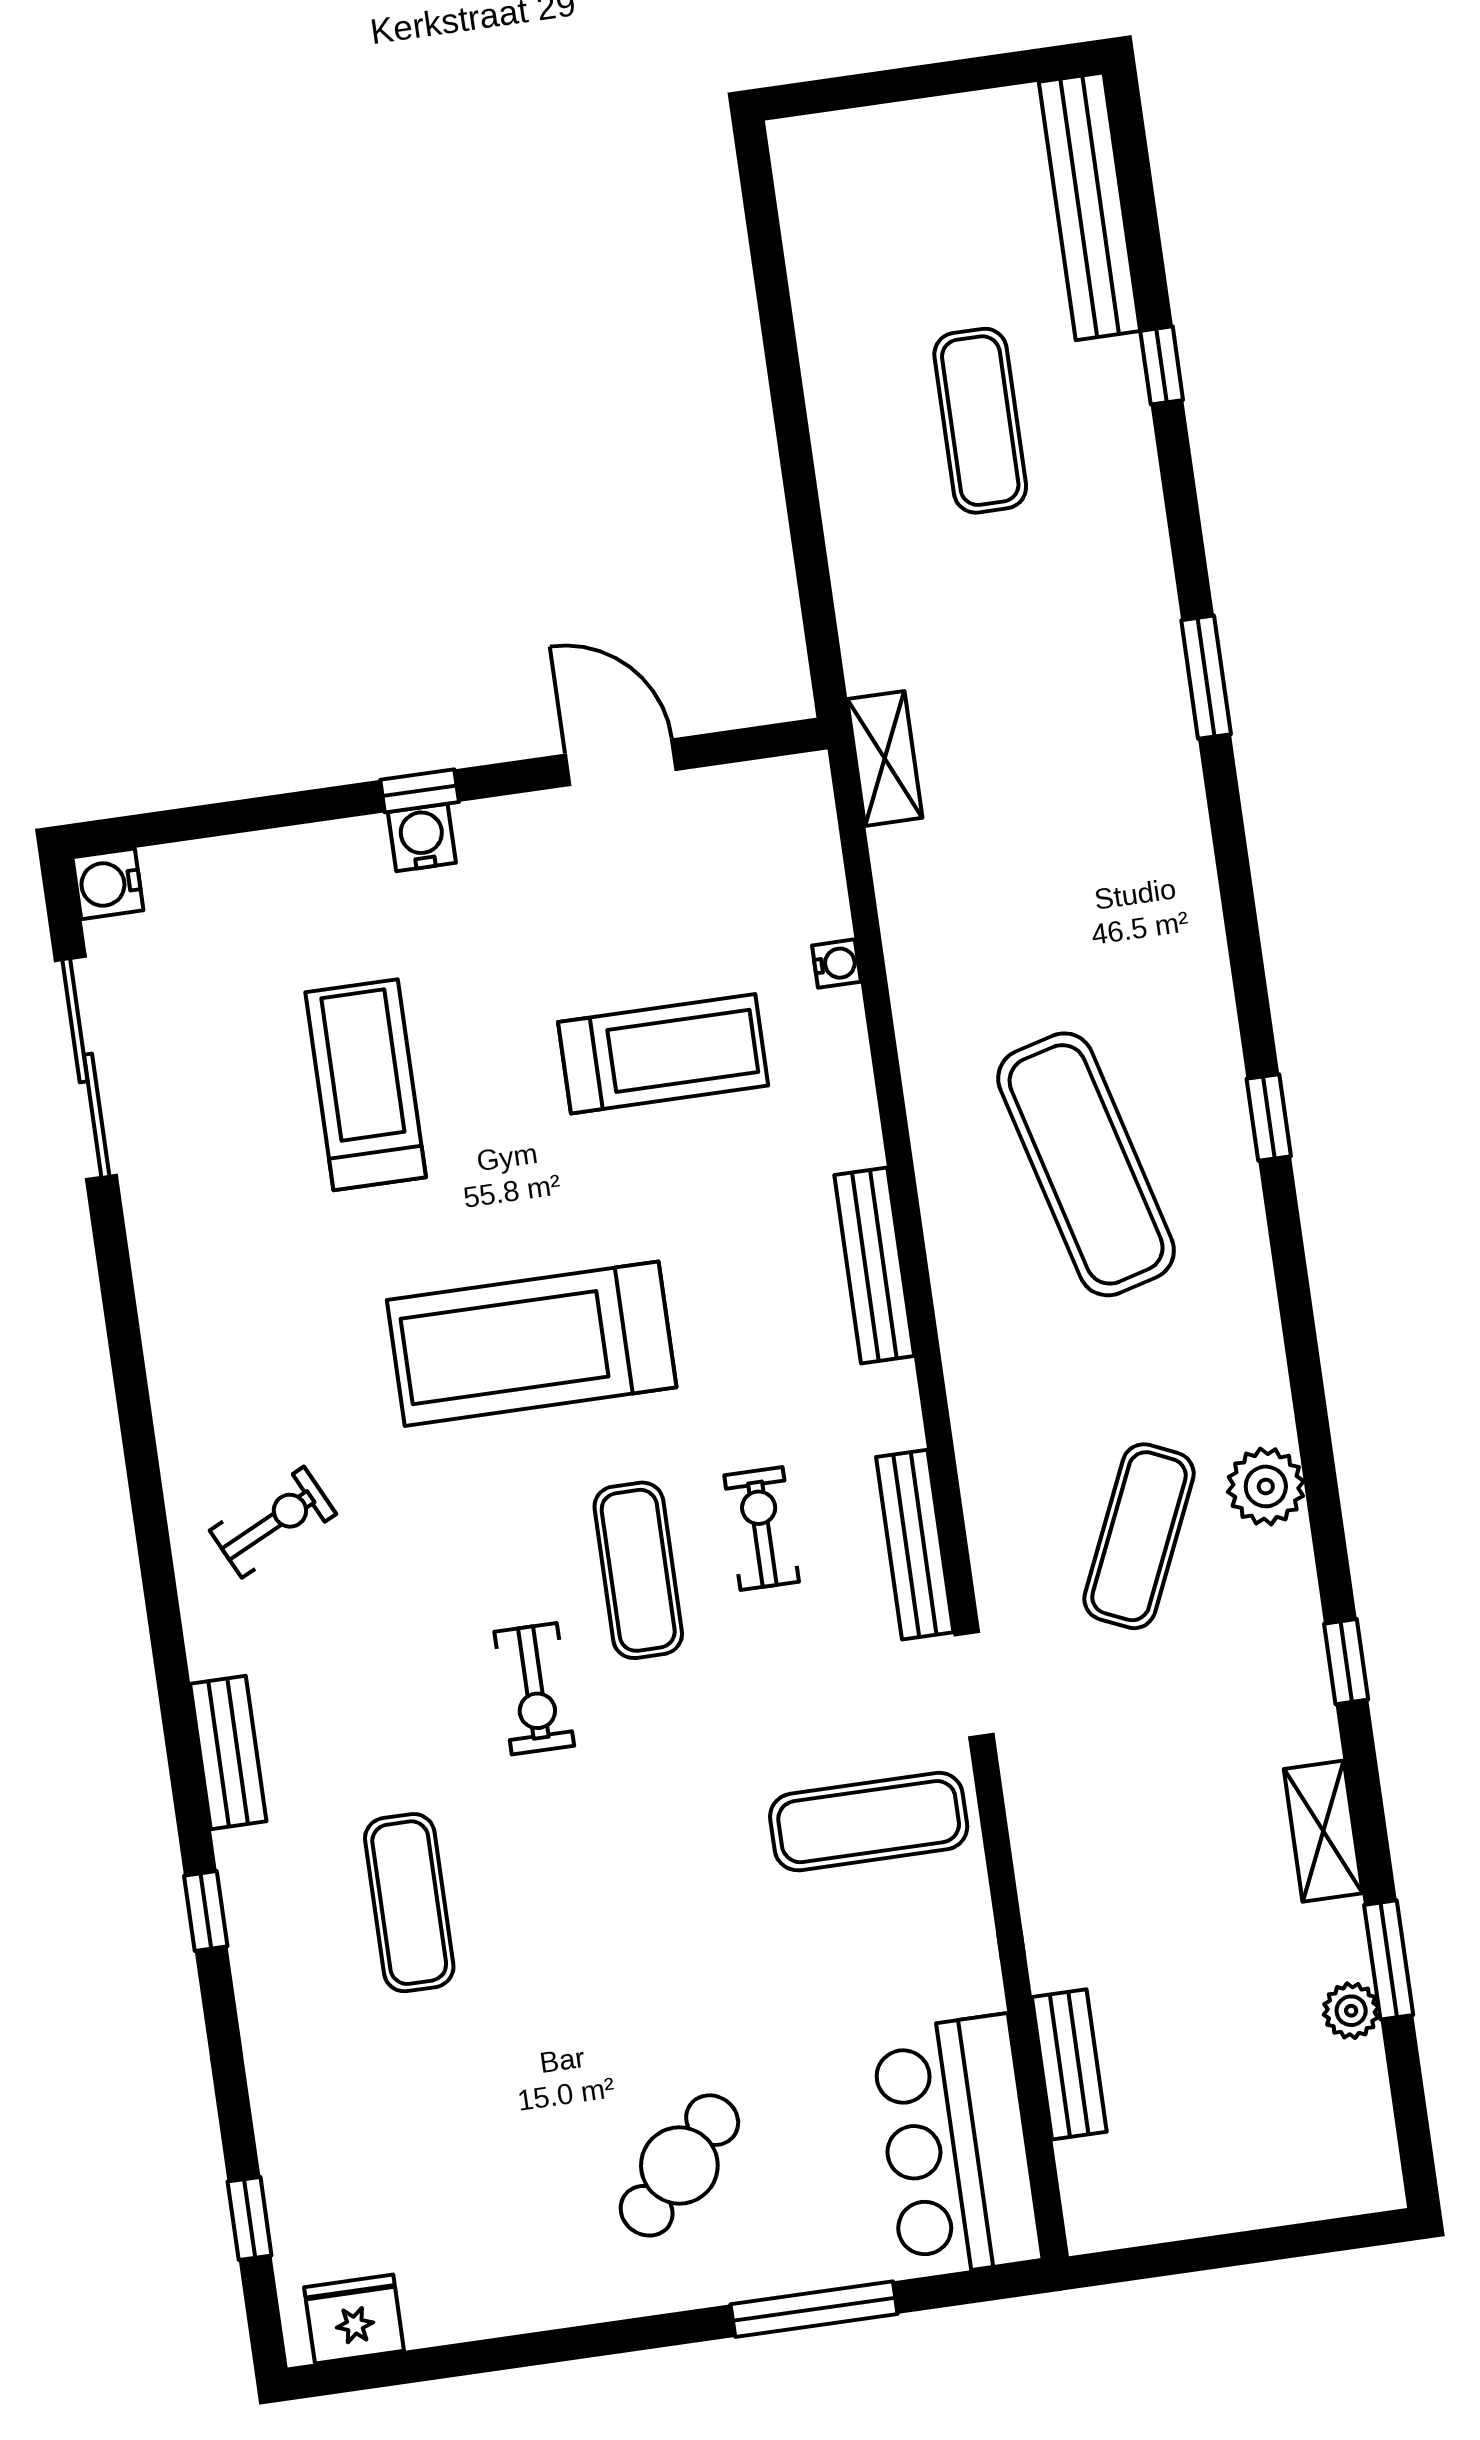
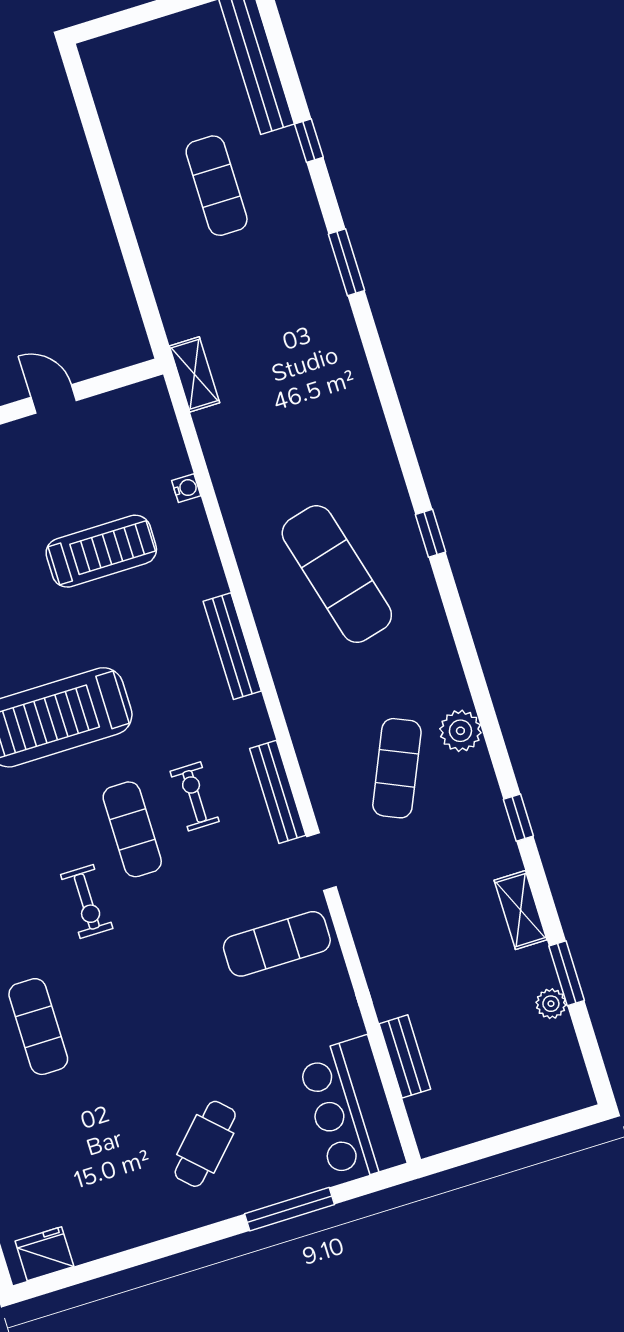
window: (1206, 677) -> (346, 262), moved
door: (621, 762) -> (54, 399), width x0.73

